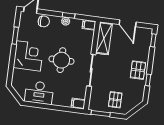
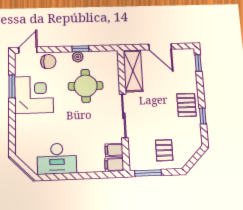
filing cabinet: (89, 25) -> (114, 150), moved
corner desk: (28, 56) -> (34, 95), moved
round table: (61, 60) -> (86, 86), moved

